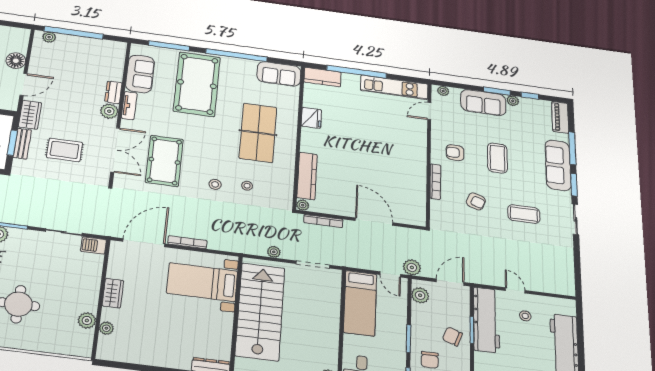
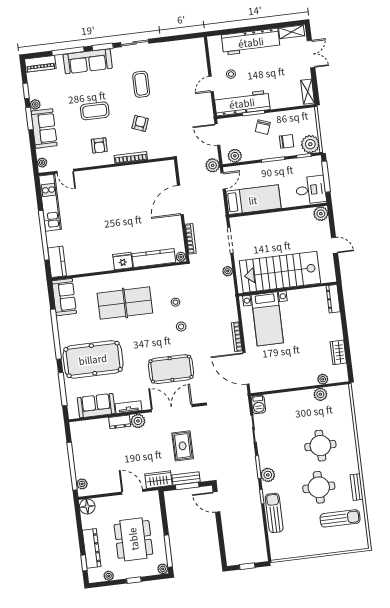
floor lamp: (16, 61) -> (87, 506), moved
fridge: (311, 118) -> (123, 261), moved
wardrobe: (113, 293) -> (338, 352), moved, turned -90

